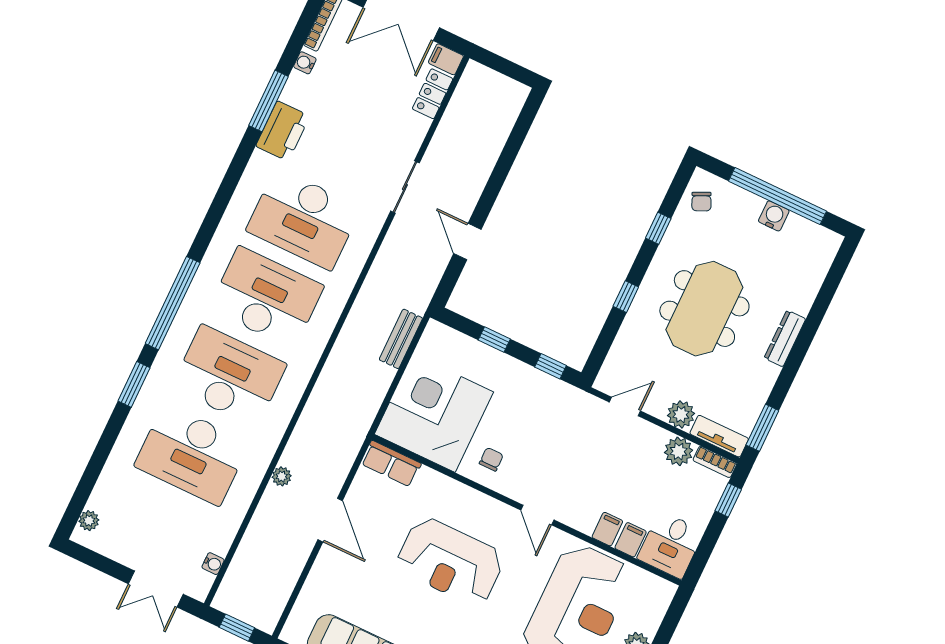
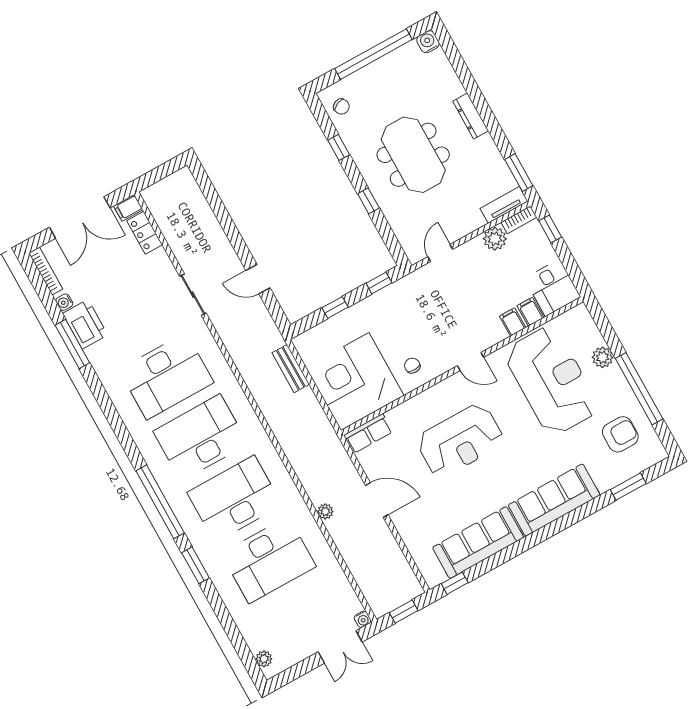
printer: (283, 131) -> (85, 324), moved
water cooler: (774, 216) -> (428, 42), moved
plant: (681, 414) -> (472, 220), removed
water cooler: (213, 564) -> (363, 619), moved, turned 90

